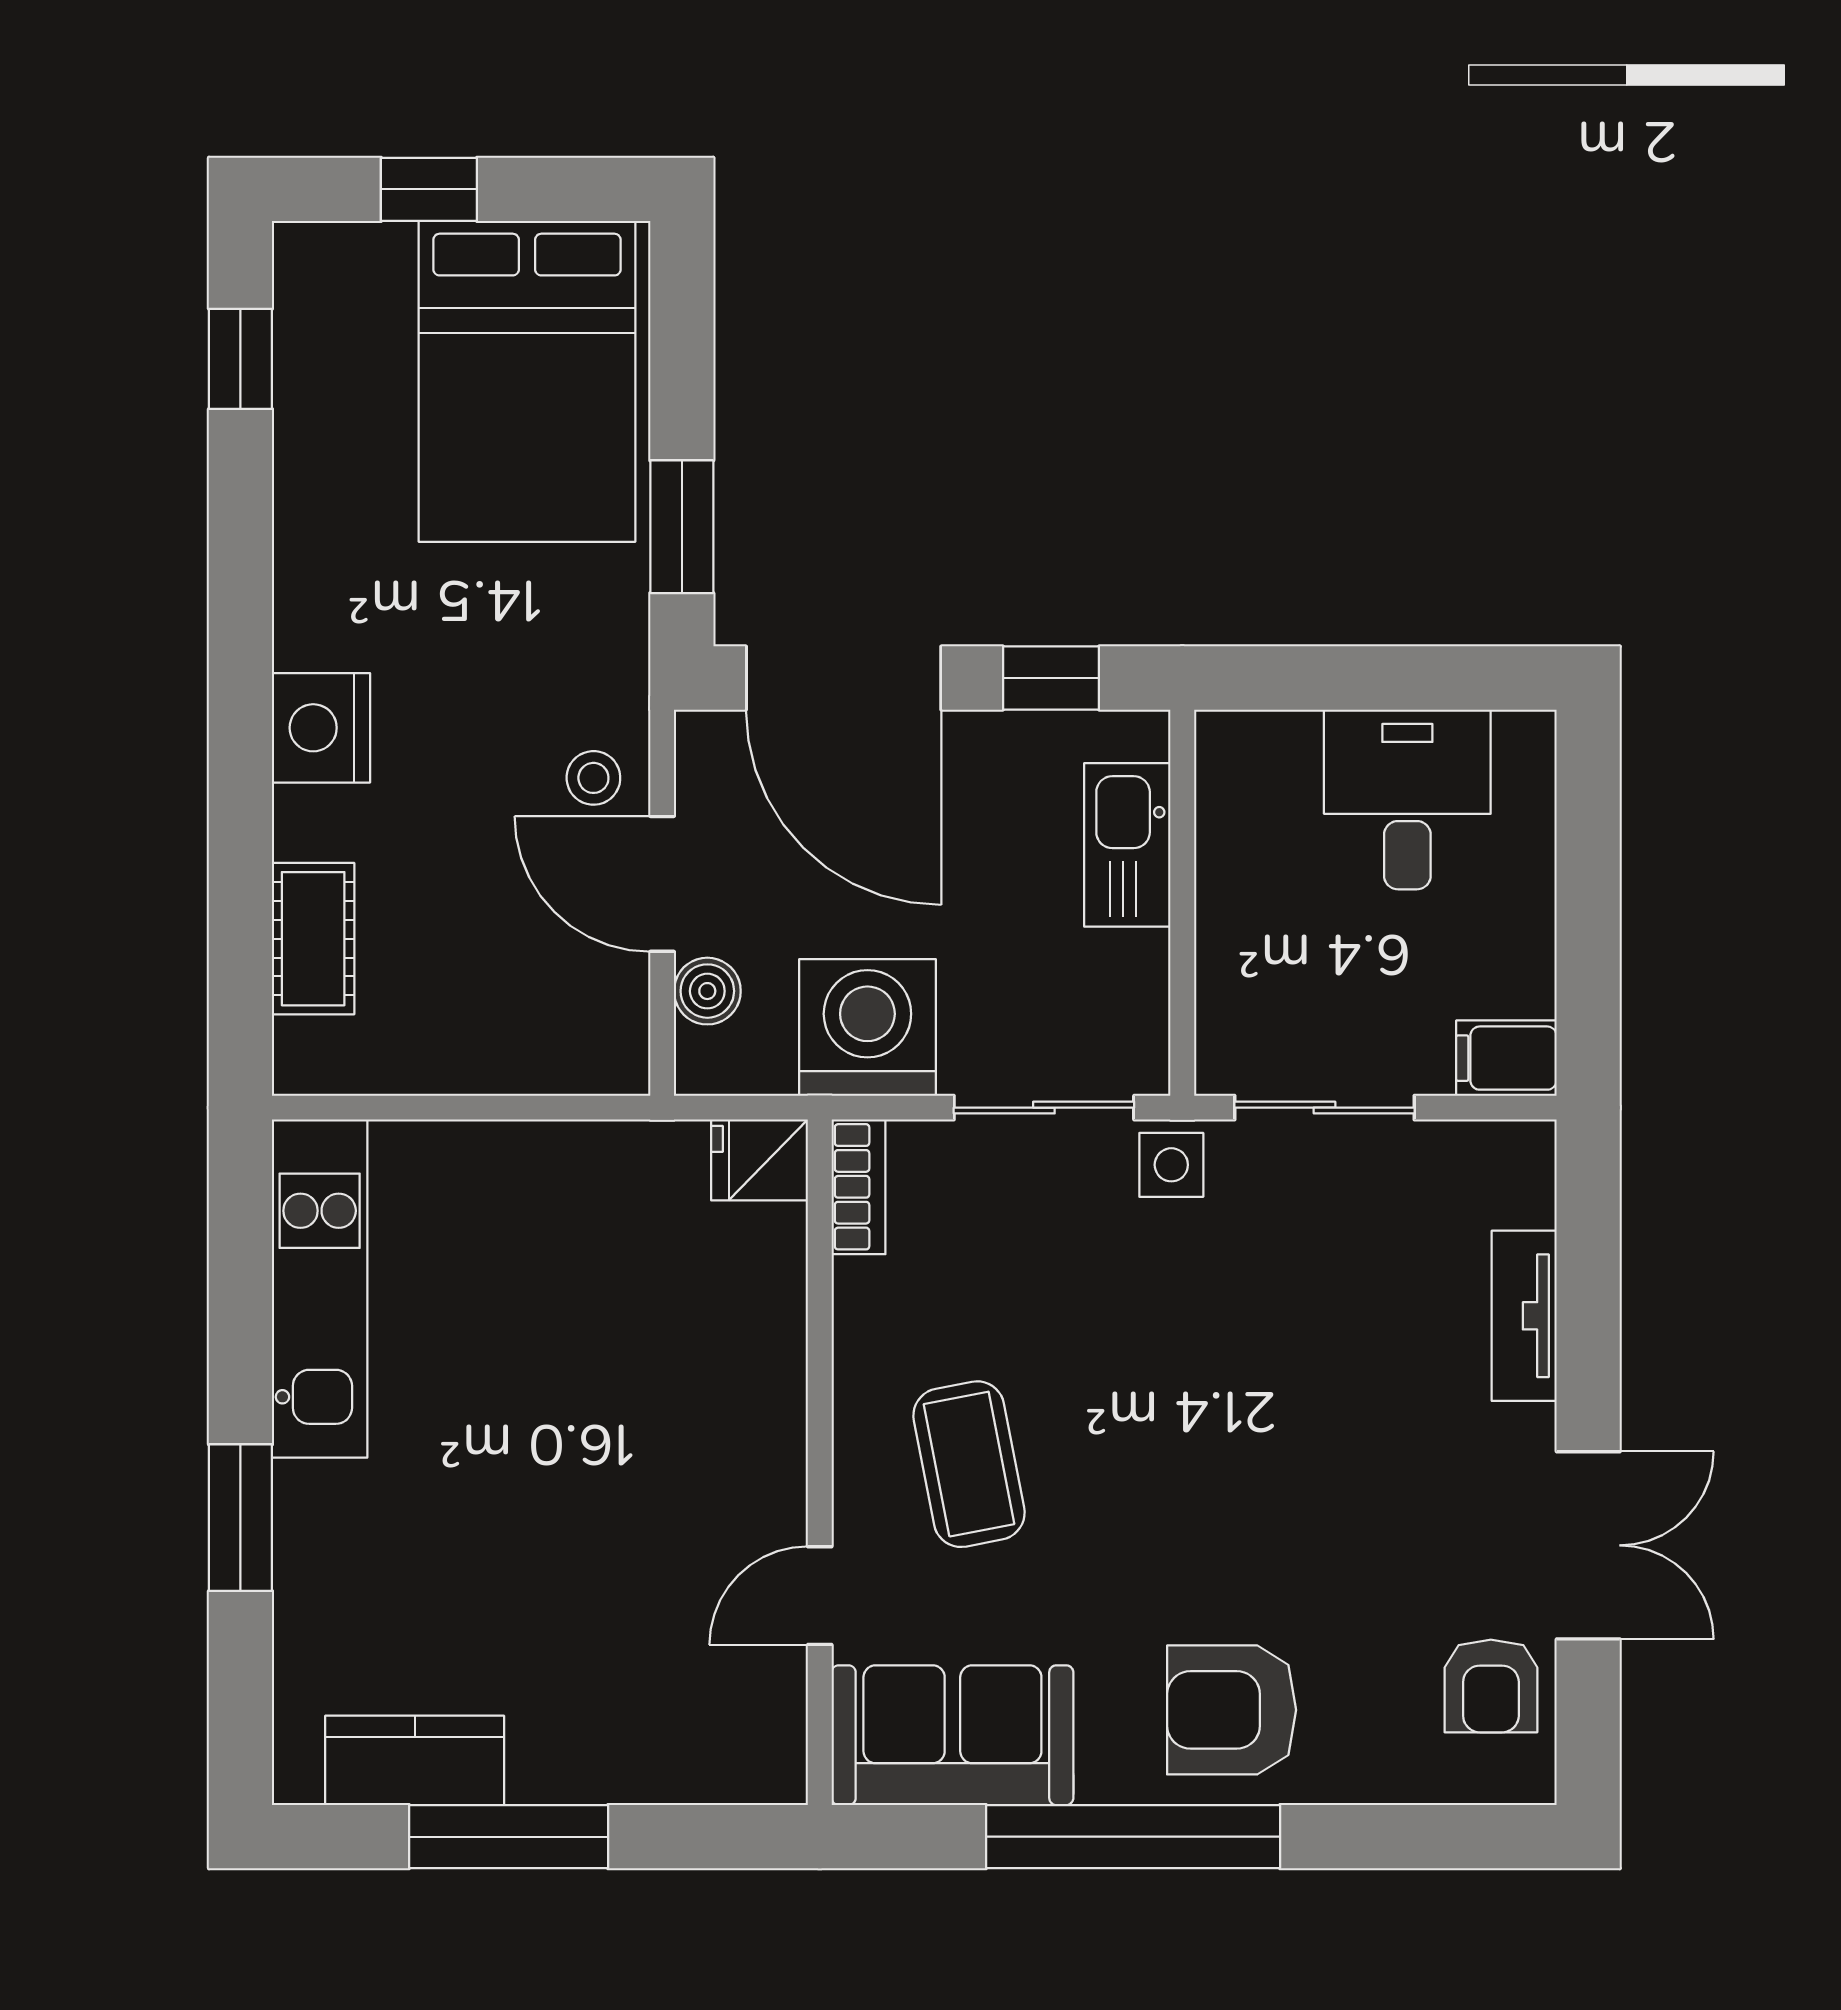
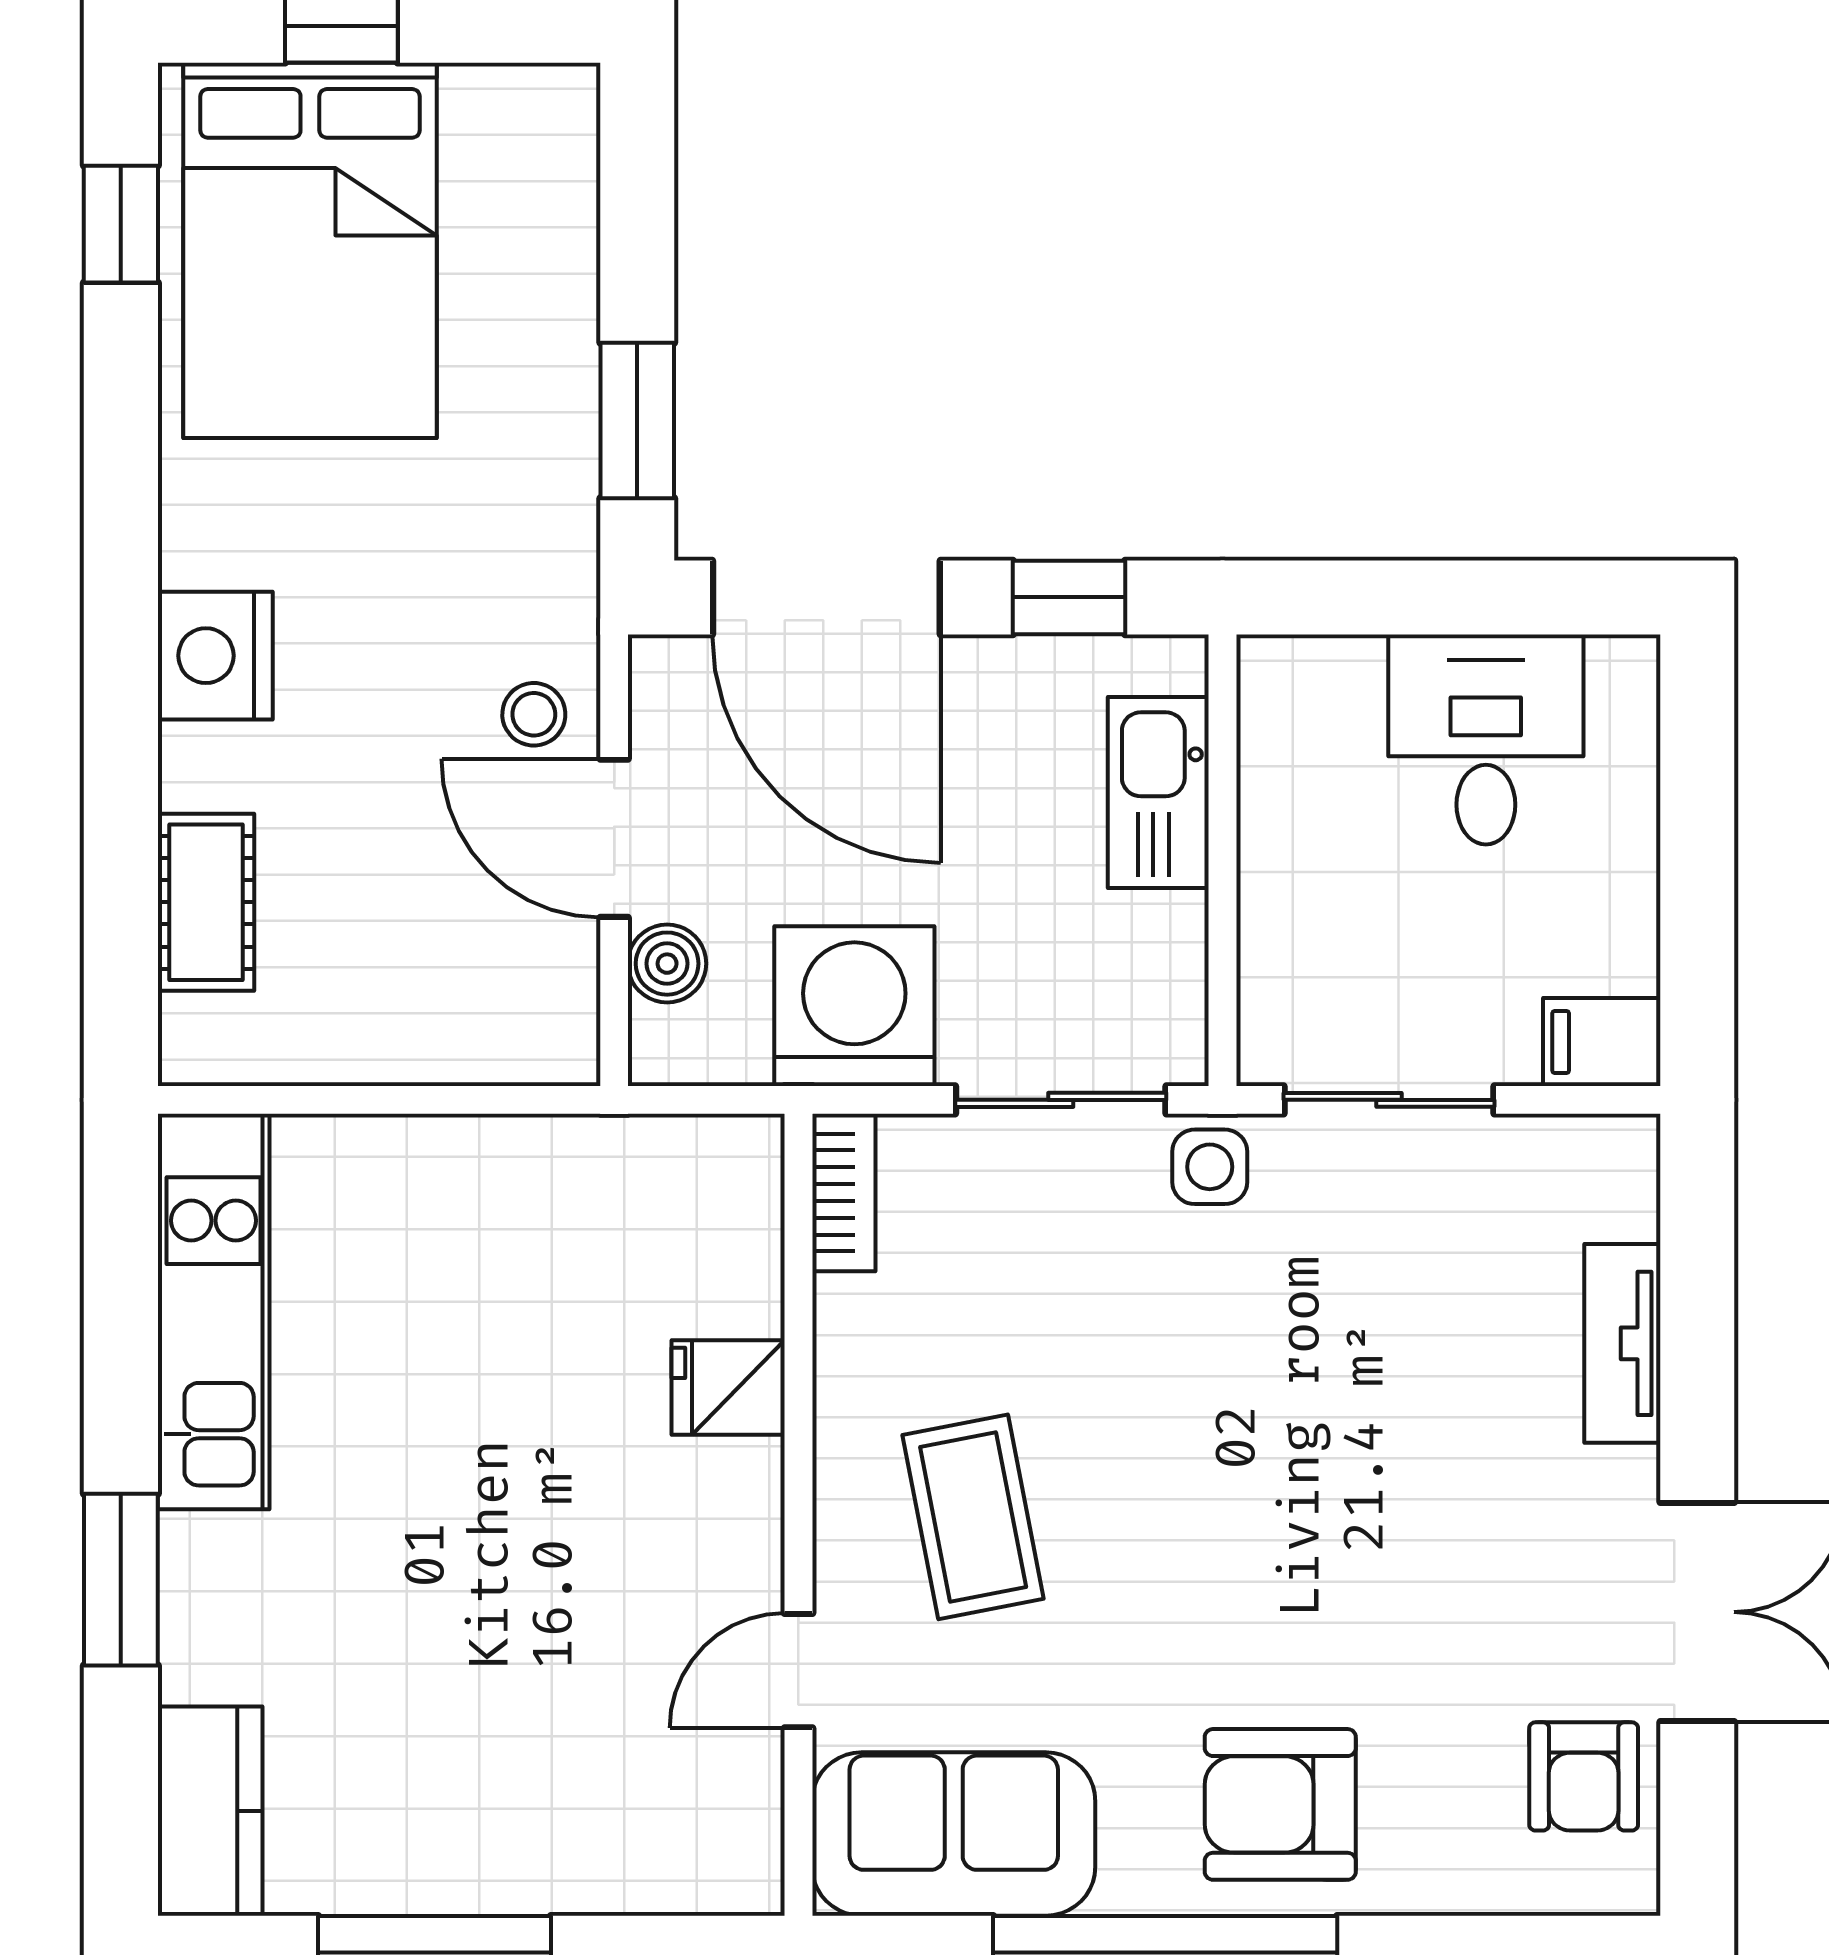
bed: (527, 381) -> (310, 250), moved
fridge: (760, 1160) -> (728, 1388), moved
kitchen counter: (415, 1760) -> (210, 1811), moved, turned 90

